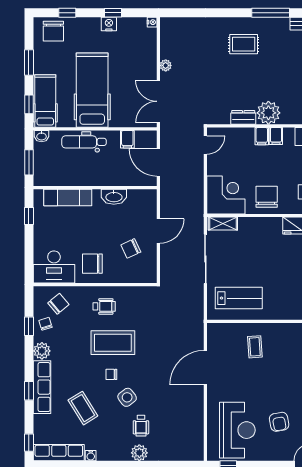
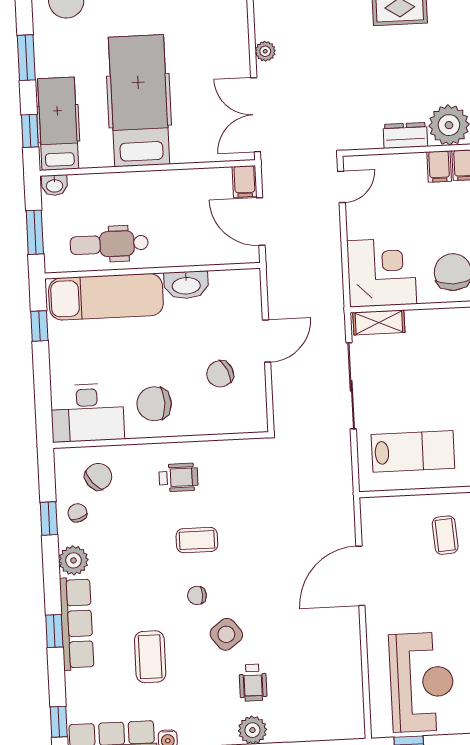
filing cabinet: (127, 139) -> (245, 181), moved
dental chair: (84, 142) -> (109, 244), moved
exam couch: (68, 197) -> (106, 297), width x1.36, depth x1.45
coffee table: (113, 343) -> (197, 540), width x0.54, depth x0.58
coffee table: (83, 408) -> (150, 657), turned 32

